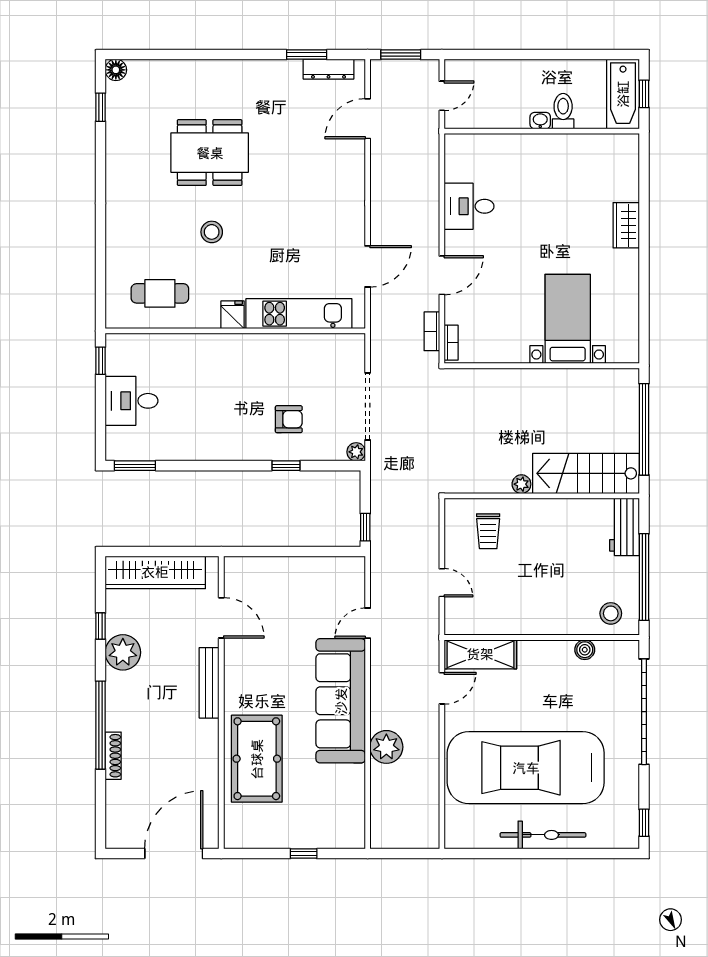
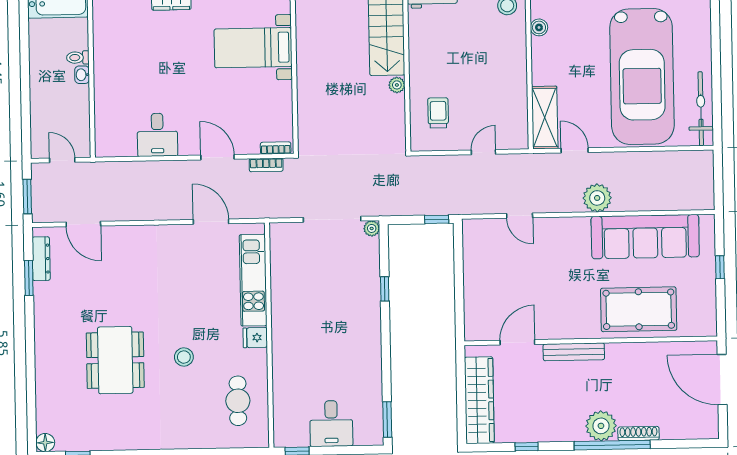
toilet: (563, 111) -> (78, 58), width x0.73, depth x0.72
armchair: (289, 419) -> (345, 287), removed
trolley: (488, 531) -> (438, 113), turned -90
plant: (123, 652) -> (601, 426), moved
sofa: (341, 701) -> (645, 237), moved
plant: (386, 747) -> (597, 198), moved
bicycle: (543, 835) -> (701, 109), moved

